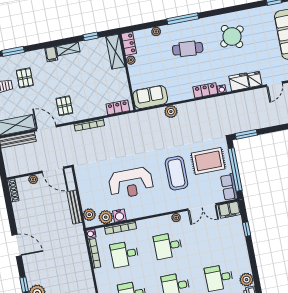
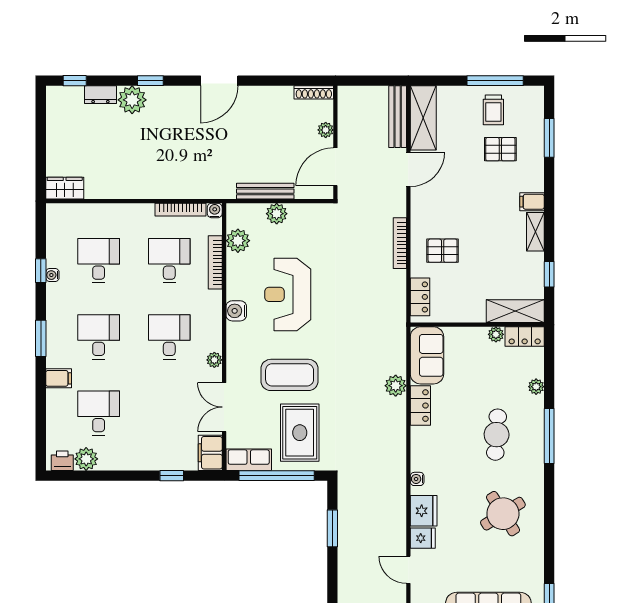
locker: (205, 90) -> (420, 406), moved
pallet: (64, 106) -> (443, 251), moved
window: (246, 134) -> (332, 528), moved
plant: (89, 215) -> (277, 214), moved
water cooler: (119, 216) -> (236, 311), moved

